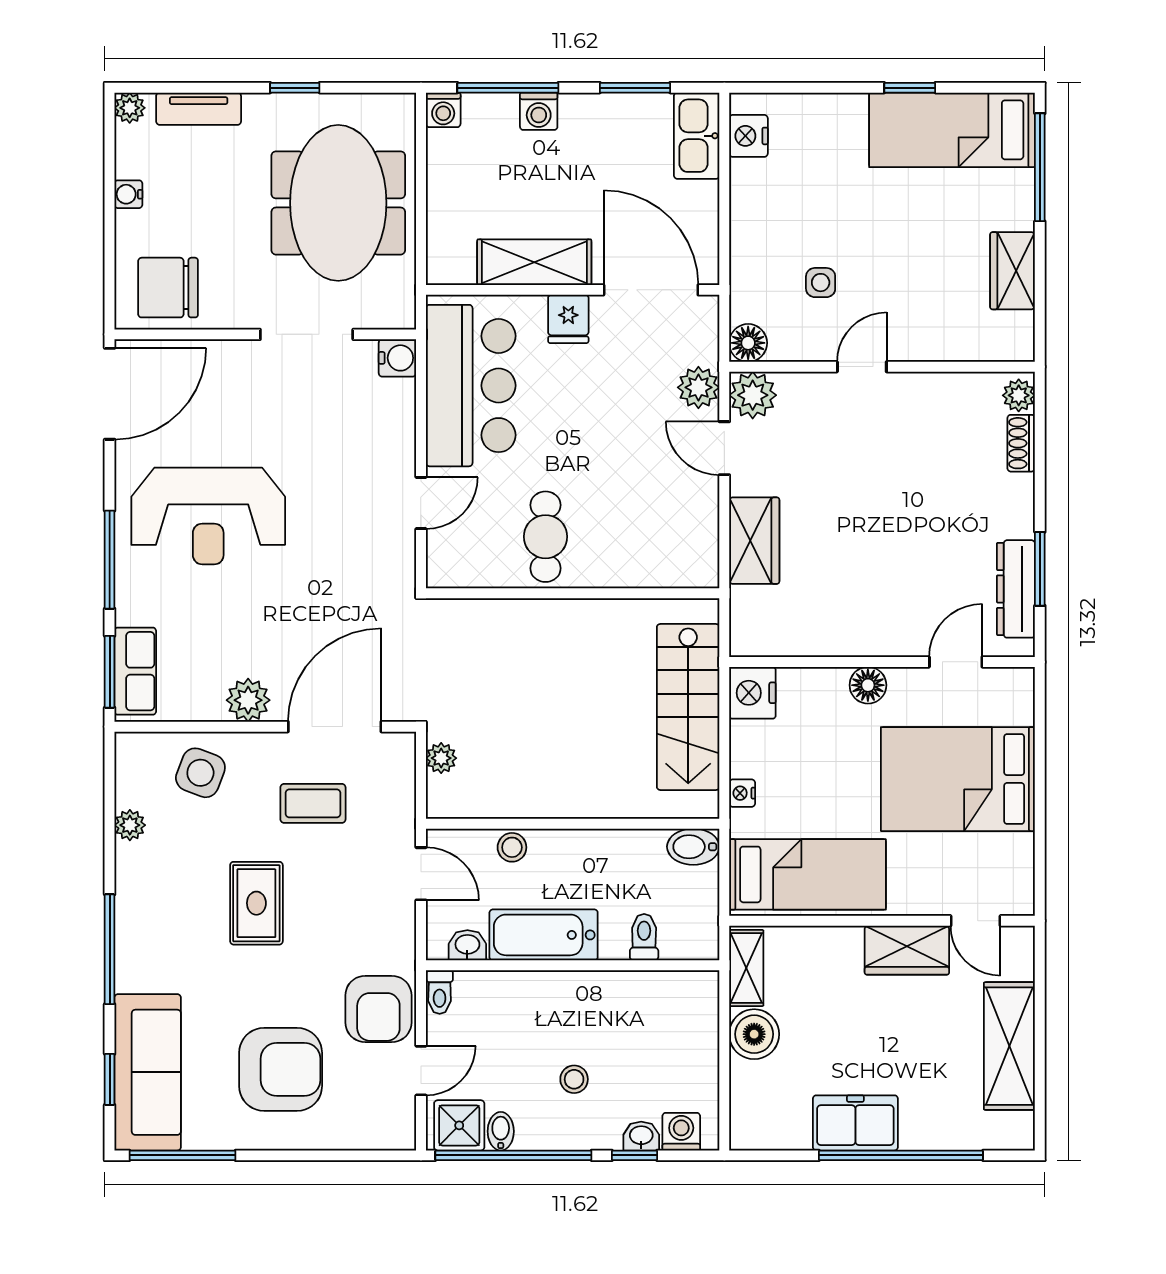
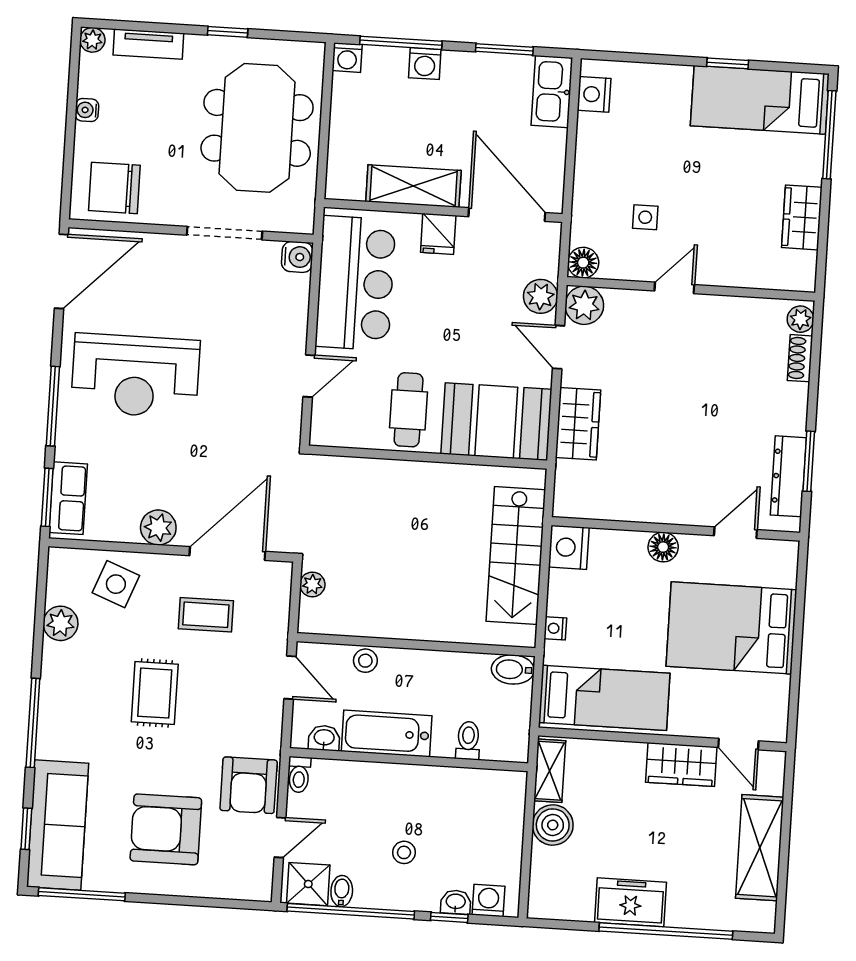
booth: (654, 544) -> (496, 422), added
plant: (130, 825) -> (61, 623), width x1.38, depth x1.38
armchair: (281, 1069) -> (166, 829), turned 180

